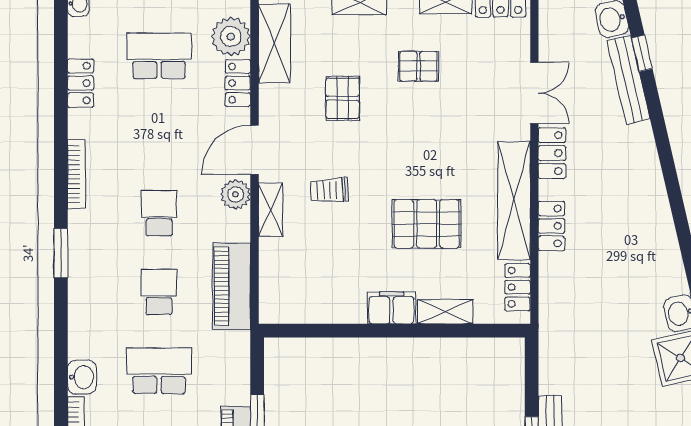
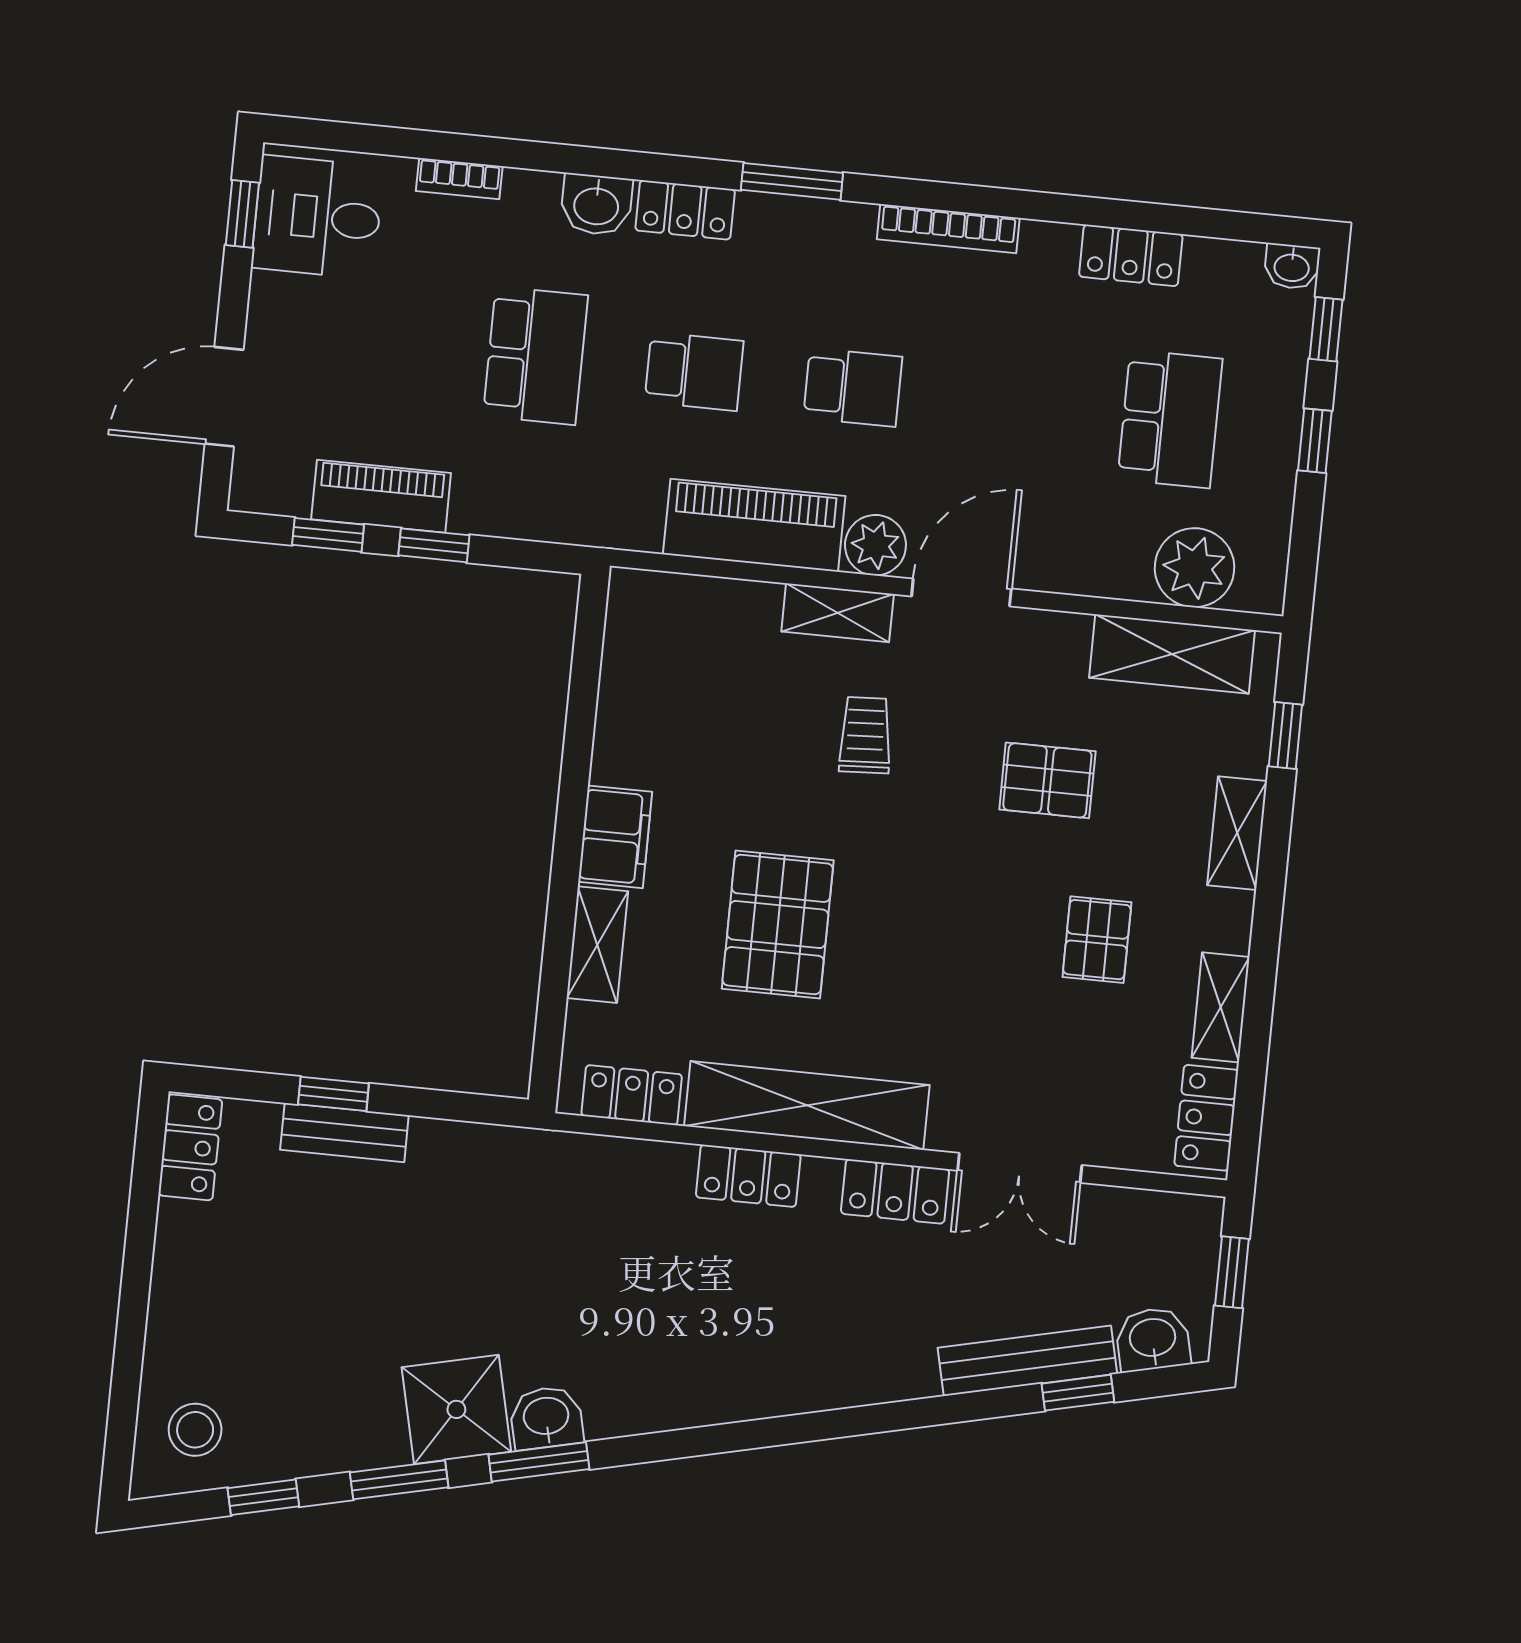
locker: (238, 83) -> (685, 210), moved, turned 180
door: (254, 150) -> (961, 593), hinge flipped
piano: (232, 286) -> (754, 525), moved
washbasin: (82, 377) -> (596, 205), moved

